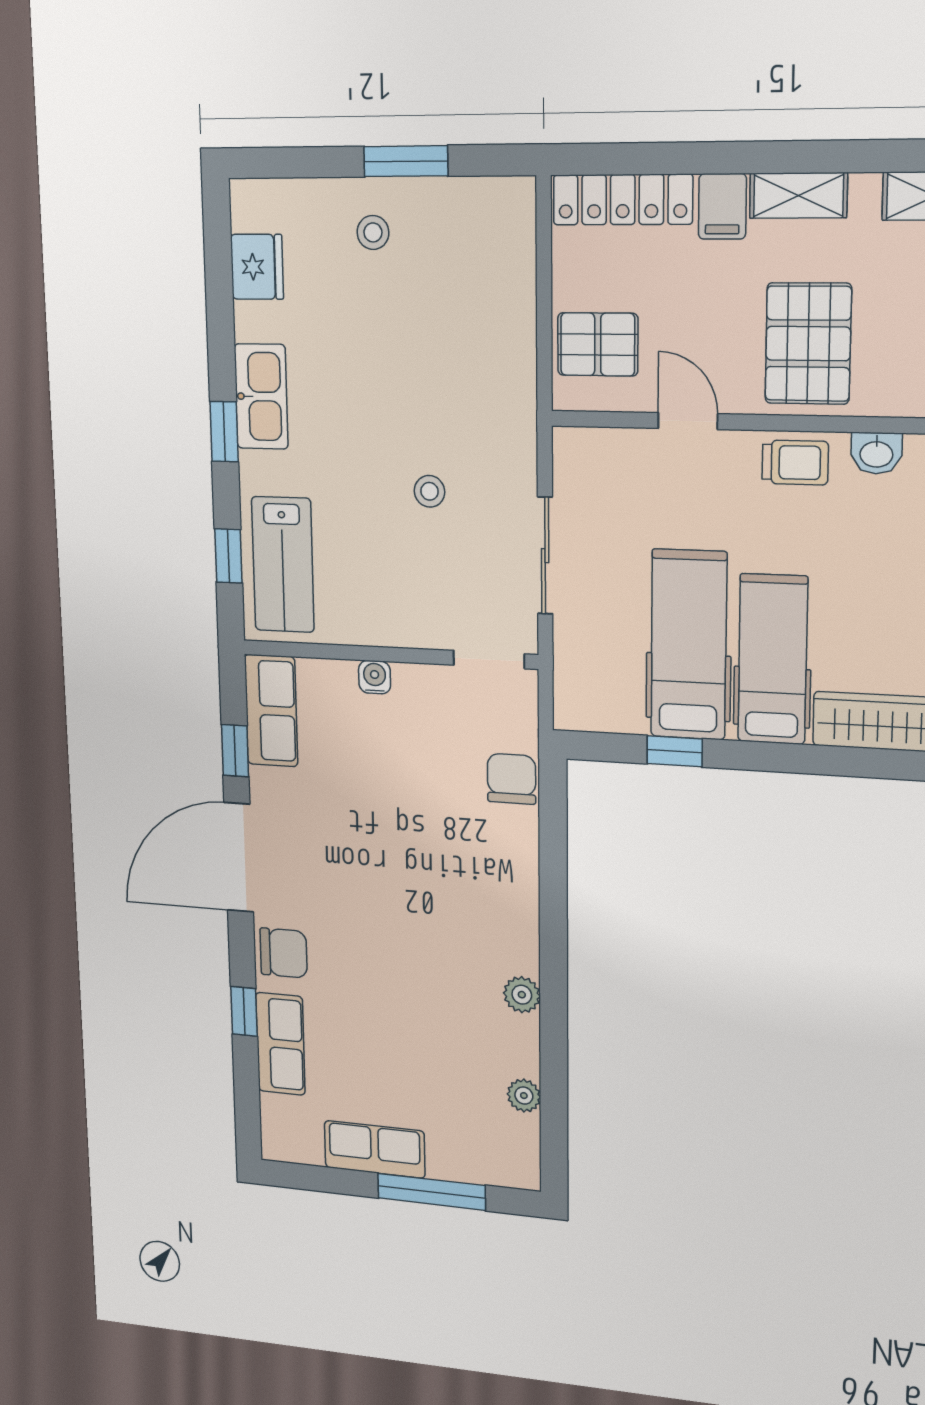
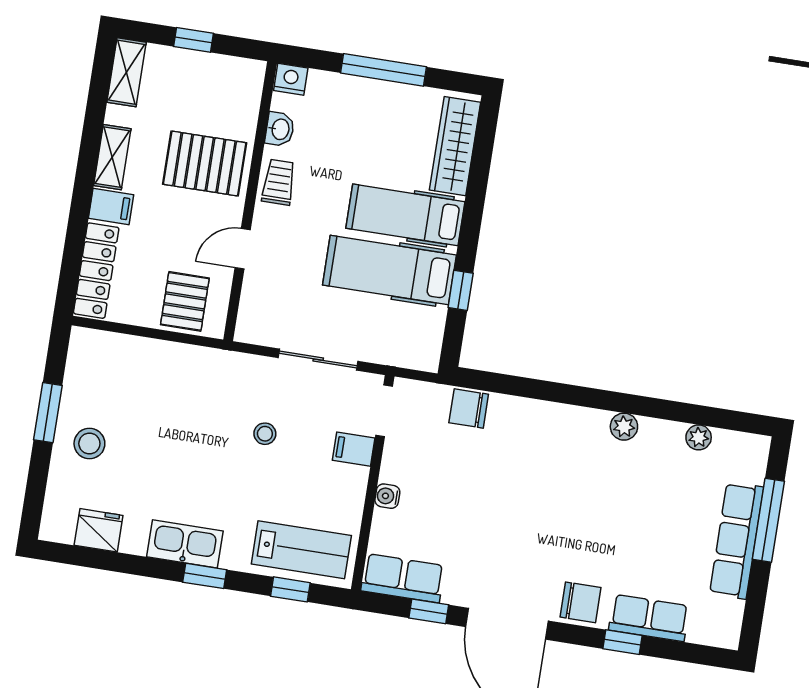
stool: (373, 232) -> (89, 444), width x1.37, depth x1.37
filing cabinet: (430, 622) -> (354, 449), added
chair: (284, 953) -> (581, 602), turned 90
row of seats: (375, 1149) -> (737, 540), width x1.48

